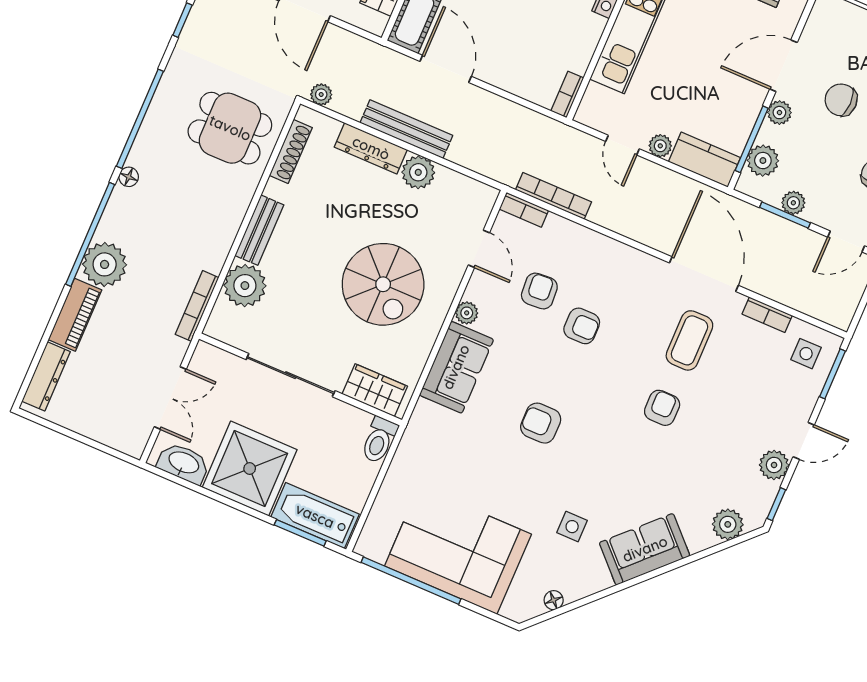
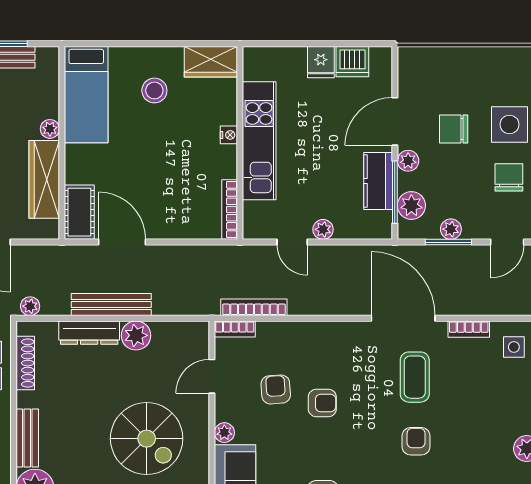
bookcase: (567, 95) -> (230, 209), width x1.56
kitchen counter: (705, 160) -> (378, 181), moved, turned -90
door: (479, 249) -> (212, 376), swing flipped

